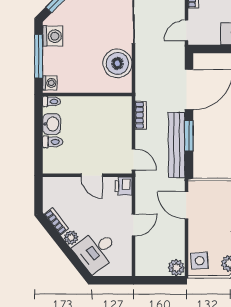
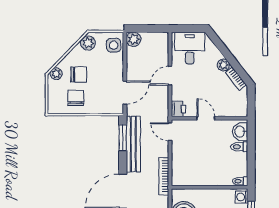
bookcase: (141, 115) -> (164, 176), width x1.56
washbasin: (52, 124) -> (240, 132), moved
window: (189, 136) -> (123, 138), moved
door: (186, 205) -> (125, 93), hinge flipped
desk: (96, 251) -> (190, 48), moved, turned -52

